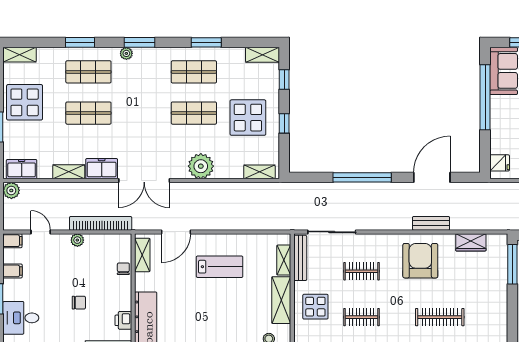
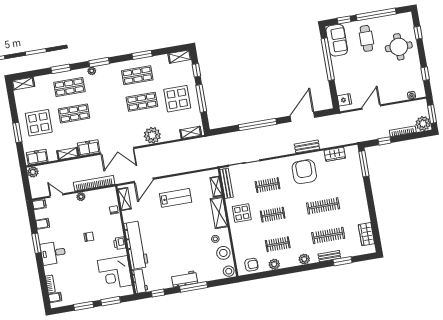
display table: (25, 102) -> (39, 123), moved
window: (284, 123) -> (201, 98), width x2.17

